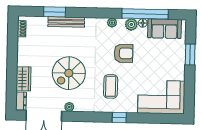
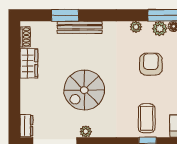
armchair: (124, 53) -> (151, 64), turned -90
wardrobe: (24, 79) -> (29, 63), moved
coffee table: (111, 86) -> (147, 118), moved

